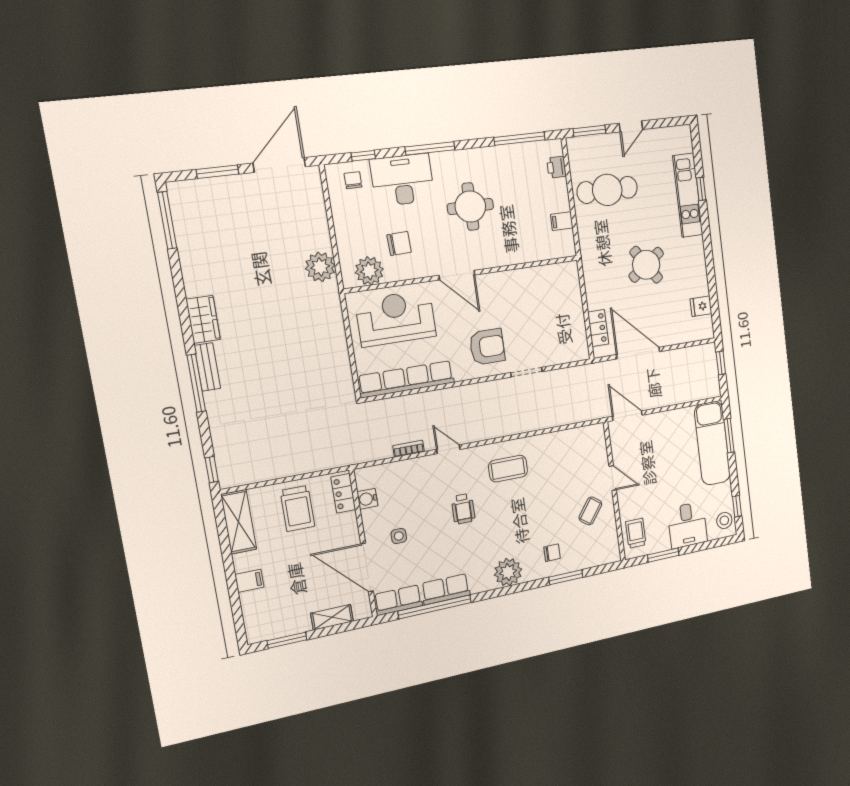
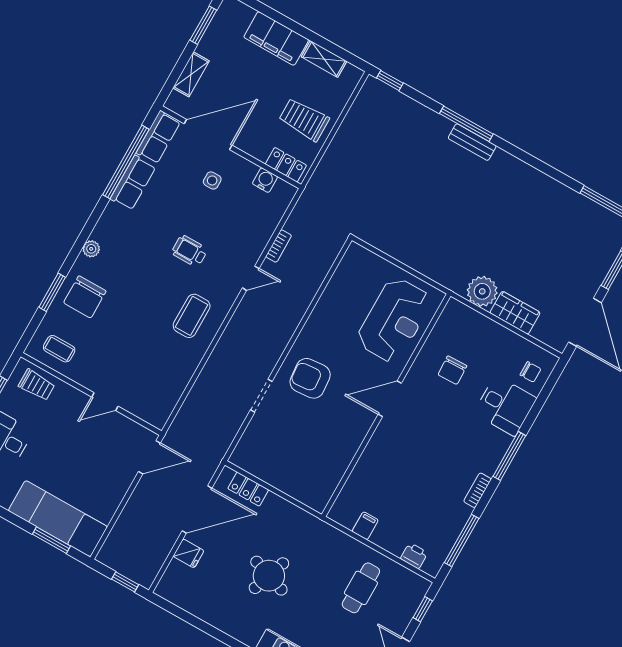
window: (589, 131) -> (423, 609), width x0.67
bookcase: (474, 154) -> (477, 490), added
window: (363, 156) -> (544, 396), removed
desk: (402, 180) -> (505, 406), width x0.73
cafe table: (607, 190) -> (361, 588), width x0.73, depth x0.74
round table: (470, 207) -> (437, 454), removed
round table: (646, 265) -> (269, 576), turned -36
plant: (369, 271) -> (449, 328), removed
fridge: (701, 306) -> (189, 553), moved, turned 90
wardrobe: (203, 319) -> (515, 313), moved, turned 180
armchair: (487, 347) -> (310, 378), turned 85
row of seats: (406, 379) -> (338, 289), removed
coffee table: (590, 511) -> (59, 349), moved, turned -36
shelving: (239, 522) -> (324, 59), width x0.67, depth x0.75
chair: (552, 553) -> (85, 297), width x1.87, depth x1.87
plant: (508, 572) -> (91, 249), width x0.53, depth x0.53
filing cabinet: (249, 581) -> (276, 38), width x3.00, depth x1.17

